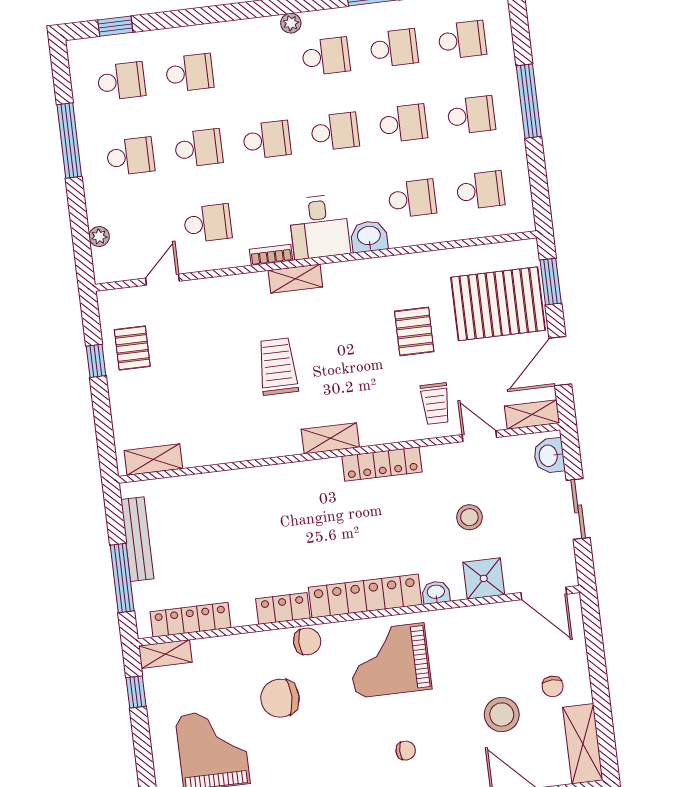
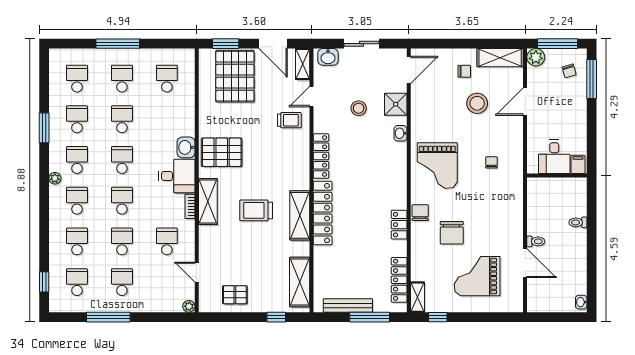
school desk: (412, 199) -> (77, 201), moved
plant: (99, 237) -> (189, 306), moved
shelving: (295, 279) -> (208, 201), width x1.50, depth x1.33
pallet: (414, 331) -> (222, 152), moved, width x1.50, depth x1.42
window: (96, 361) -> (276, 317), moved
shelving: (330, 438) -> (300, 215), moved, width x1.50, depth x1.33
shelving: (153, 460) -> (300, 282), width x1.50, depth x1.33
locker: (365, 596) -> (323, 213), moved, turned 180

